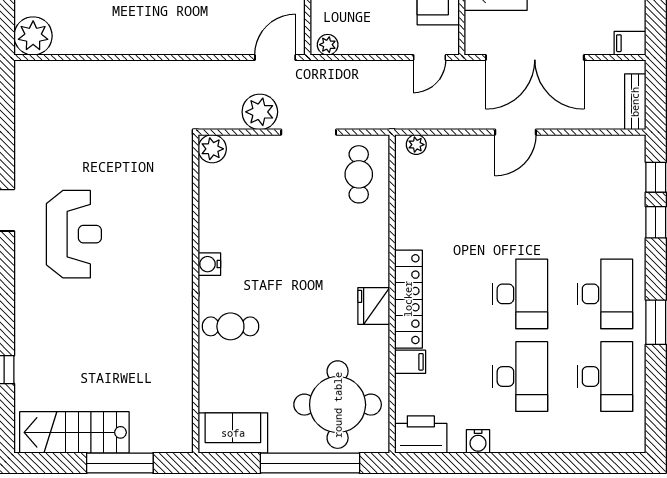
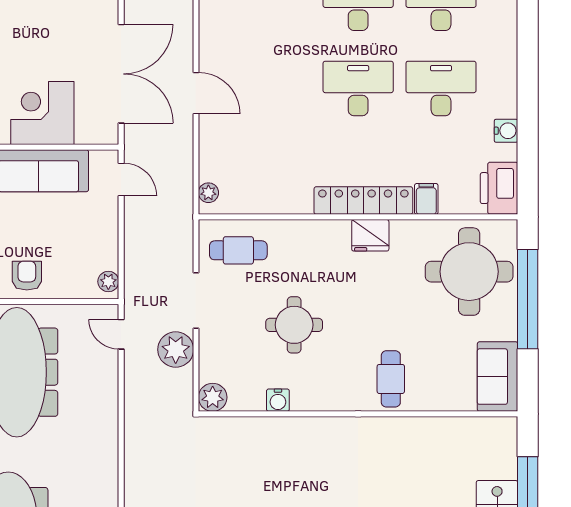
door: (275, 58) -> (121, 334), width x0.73
round table: (284, 230) -> (294, 325), added
water cooler: (209, 264) -> (278, 400), moved

